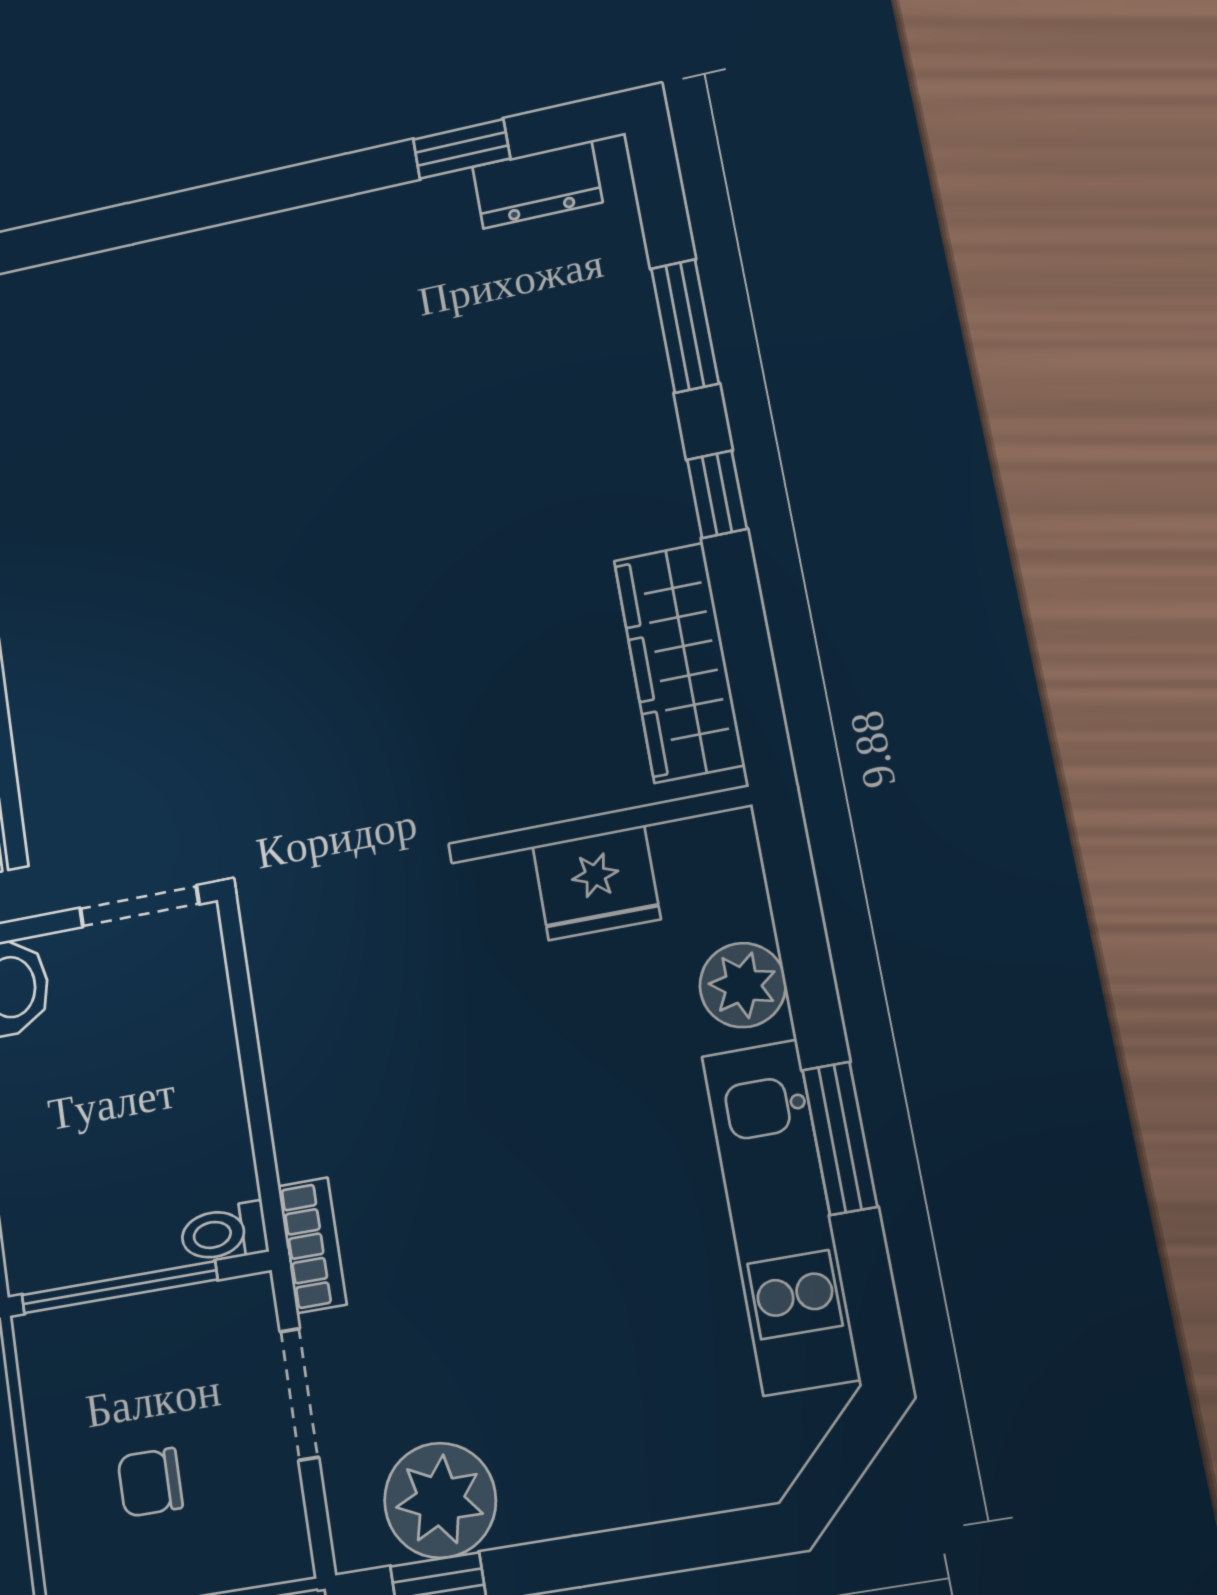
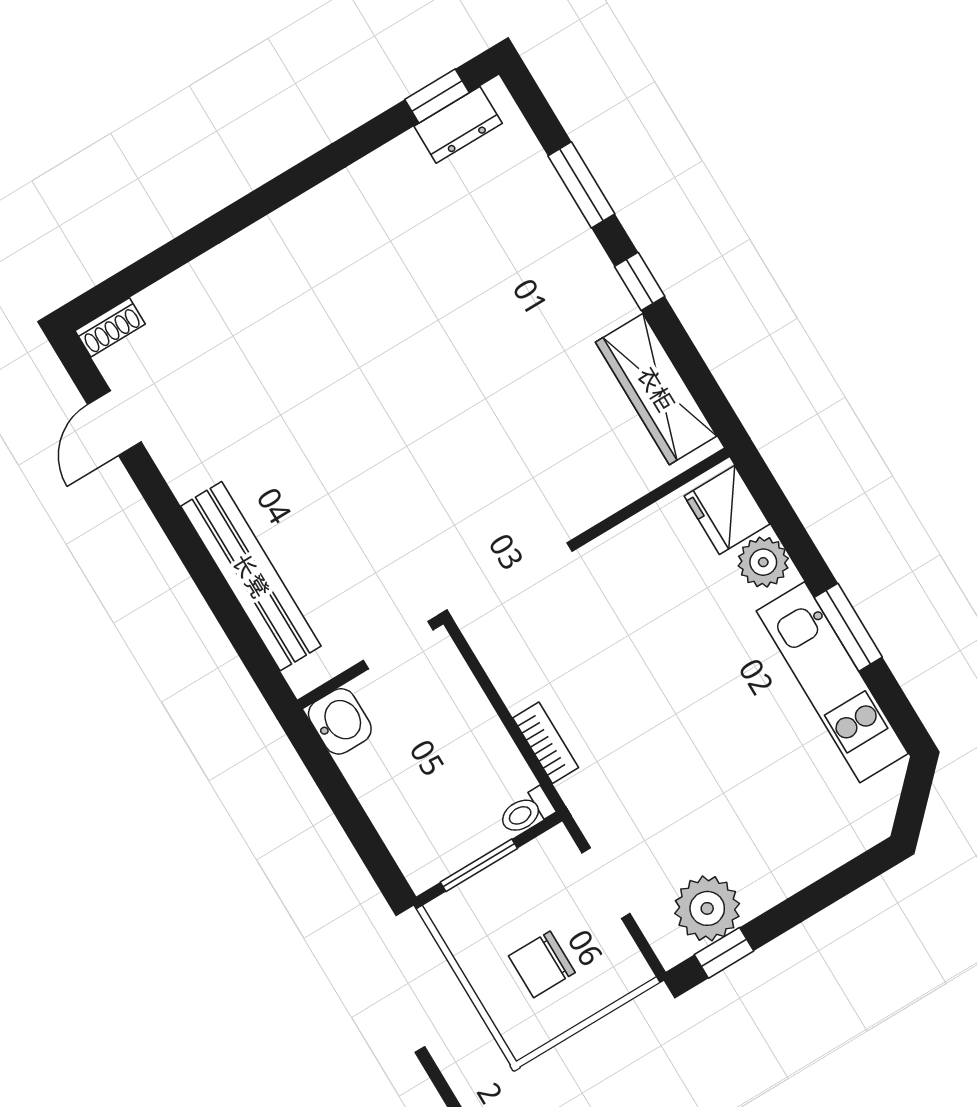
window: (462, 149) -> (437, 96), moved
fridge: (596, 883) -> (727, 510), moved, turned 90
bookcase: (312, 1245) -> (546, 743), moved
window: (119, 1287) -> (479, 865), width x0.69
chair: (150, 1482) -> (542, 964), width x1.37, depth x1.37

